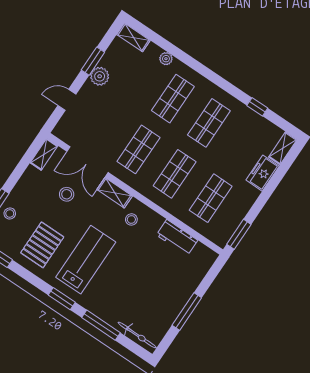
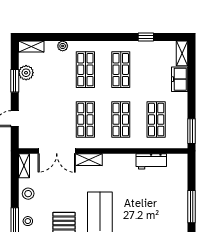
plant: (100, 76) -> (26, 73), moved
stool: (67, 194) -> (28, 194), moved
stool: (131, 219) -> (112, 170), removed

